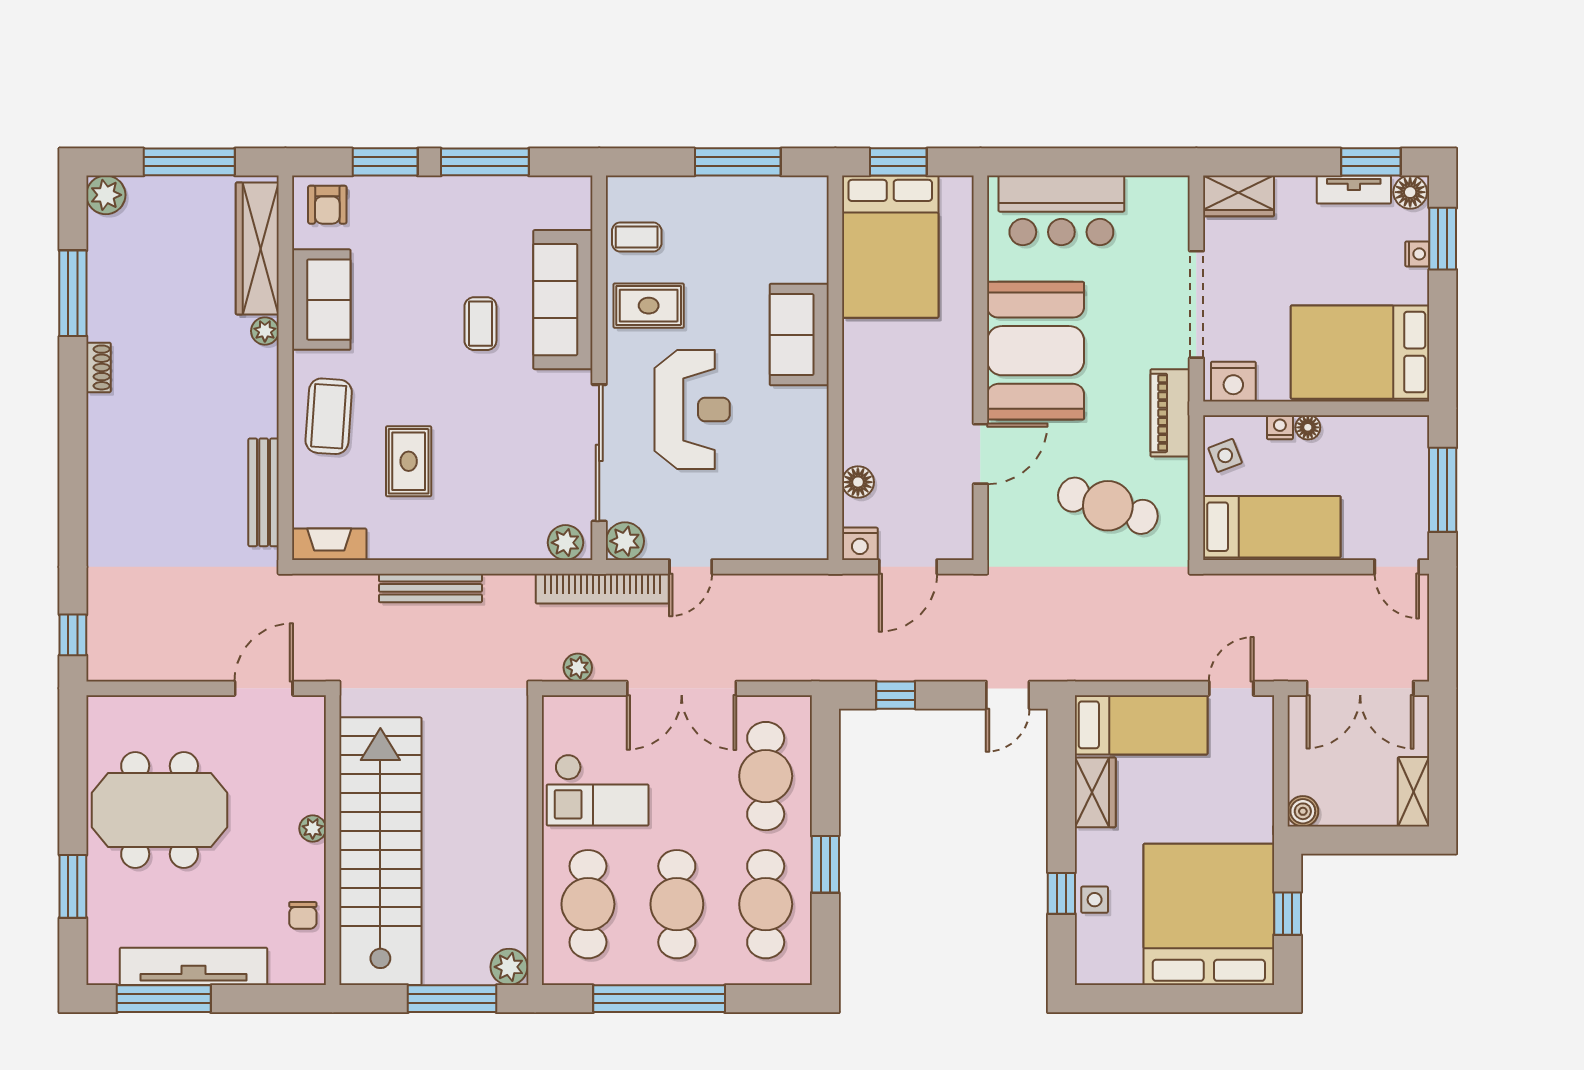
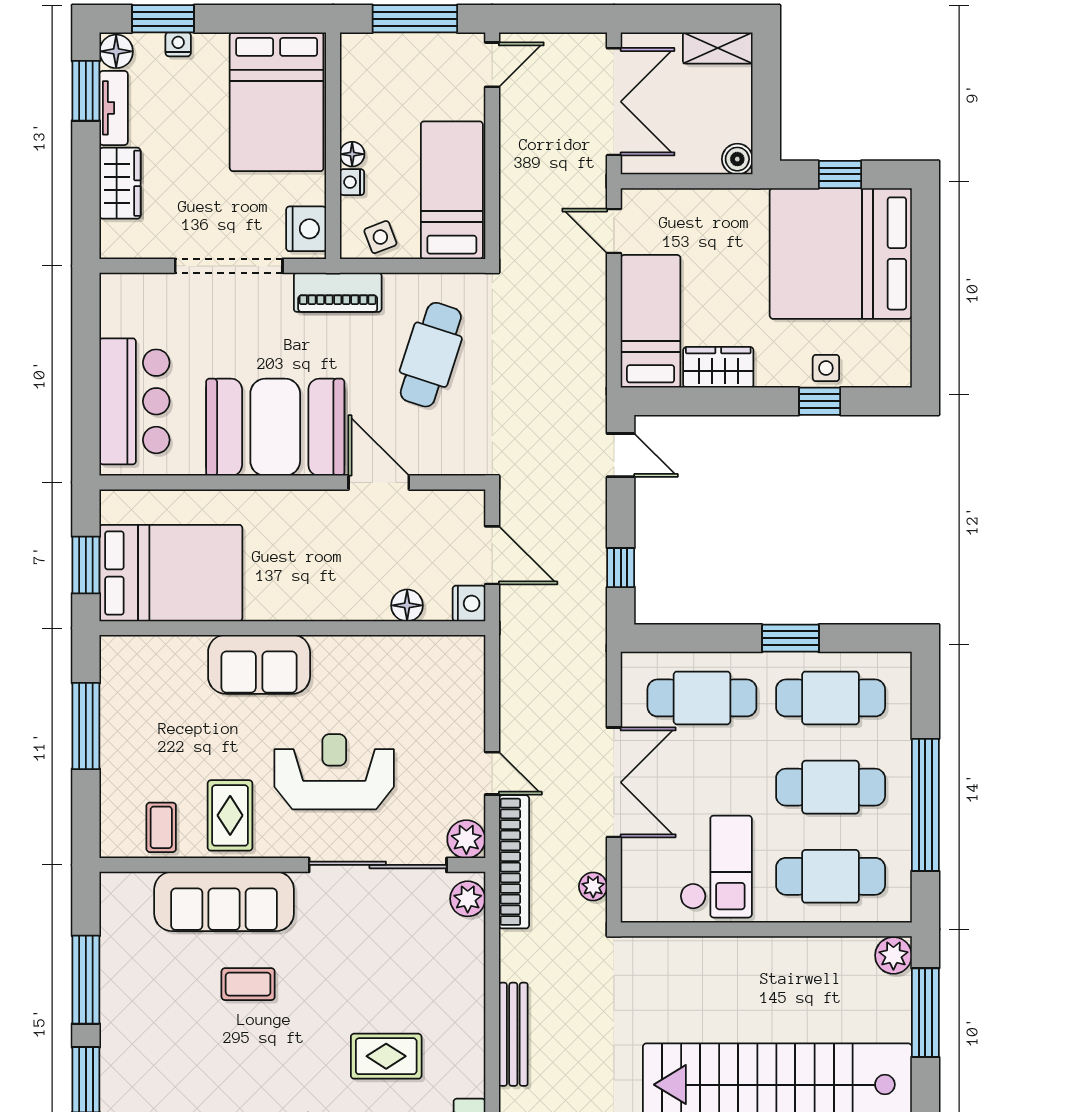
wardrobe: (1239, 196) -> (120, 183), moved

